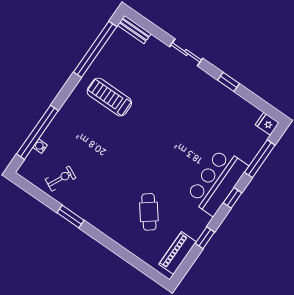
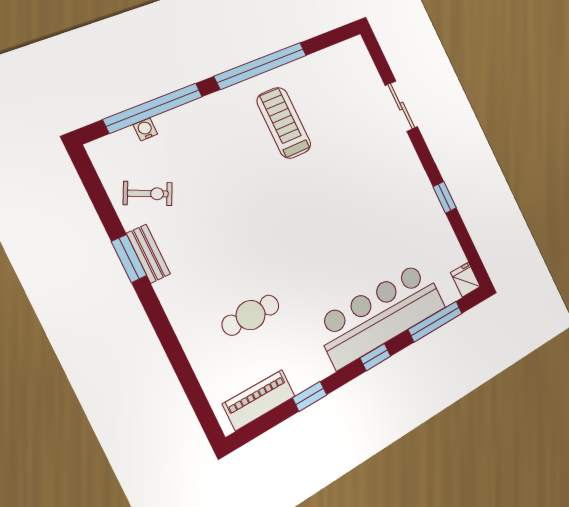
bench: (134, 30) -> (148, 254), moved
window: (95, 49) -> (261, 66), moved
sliding door: (186, 52) -> (401, 106), moved
bar counter: (217, 182) -> (381, 314), width x1.36
cafe table: (149, 212) -> (251, 315), turned 38

